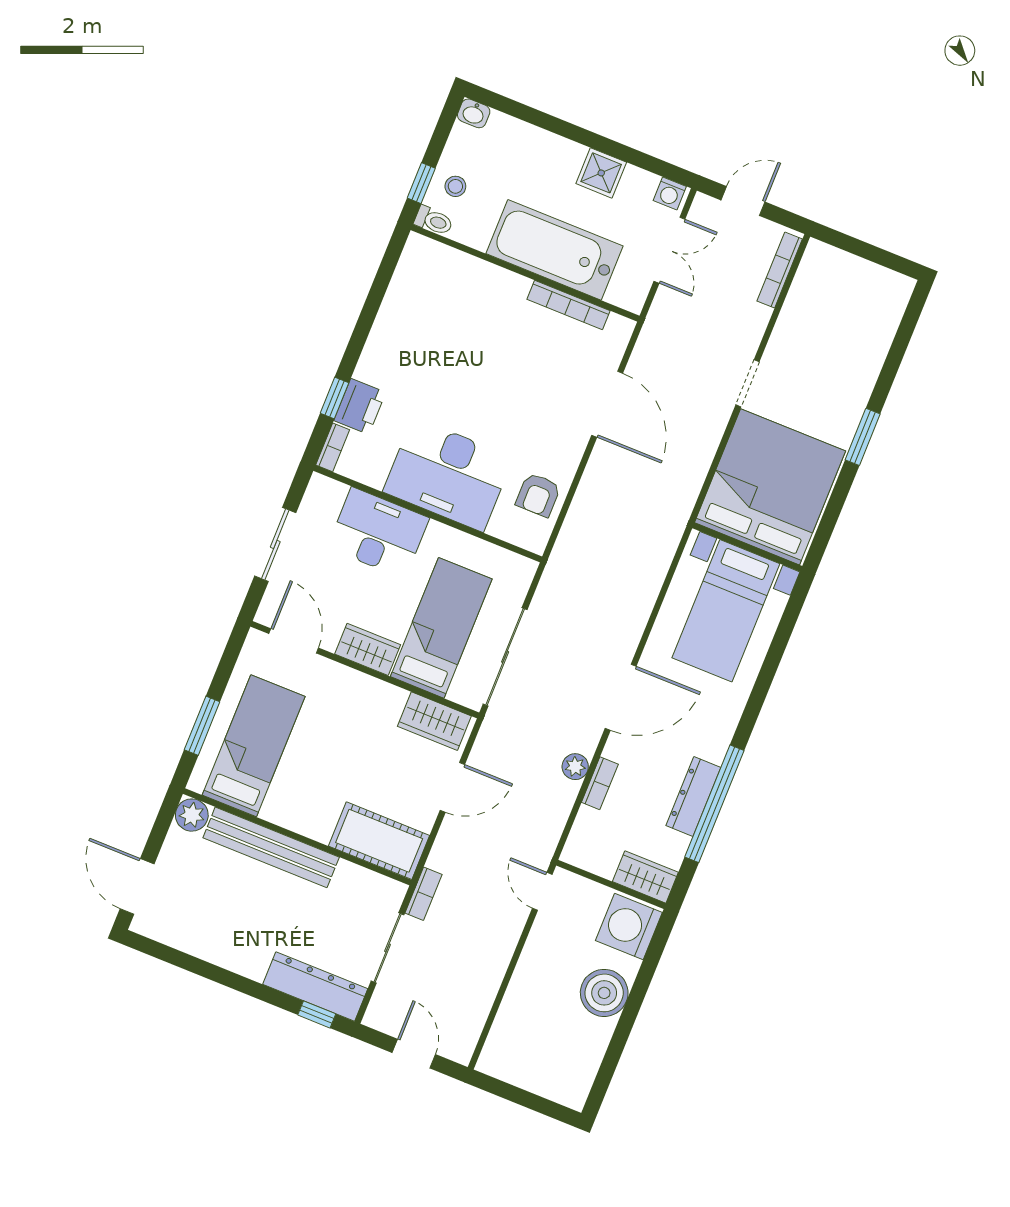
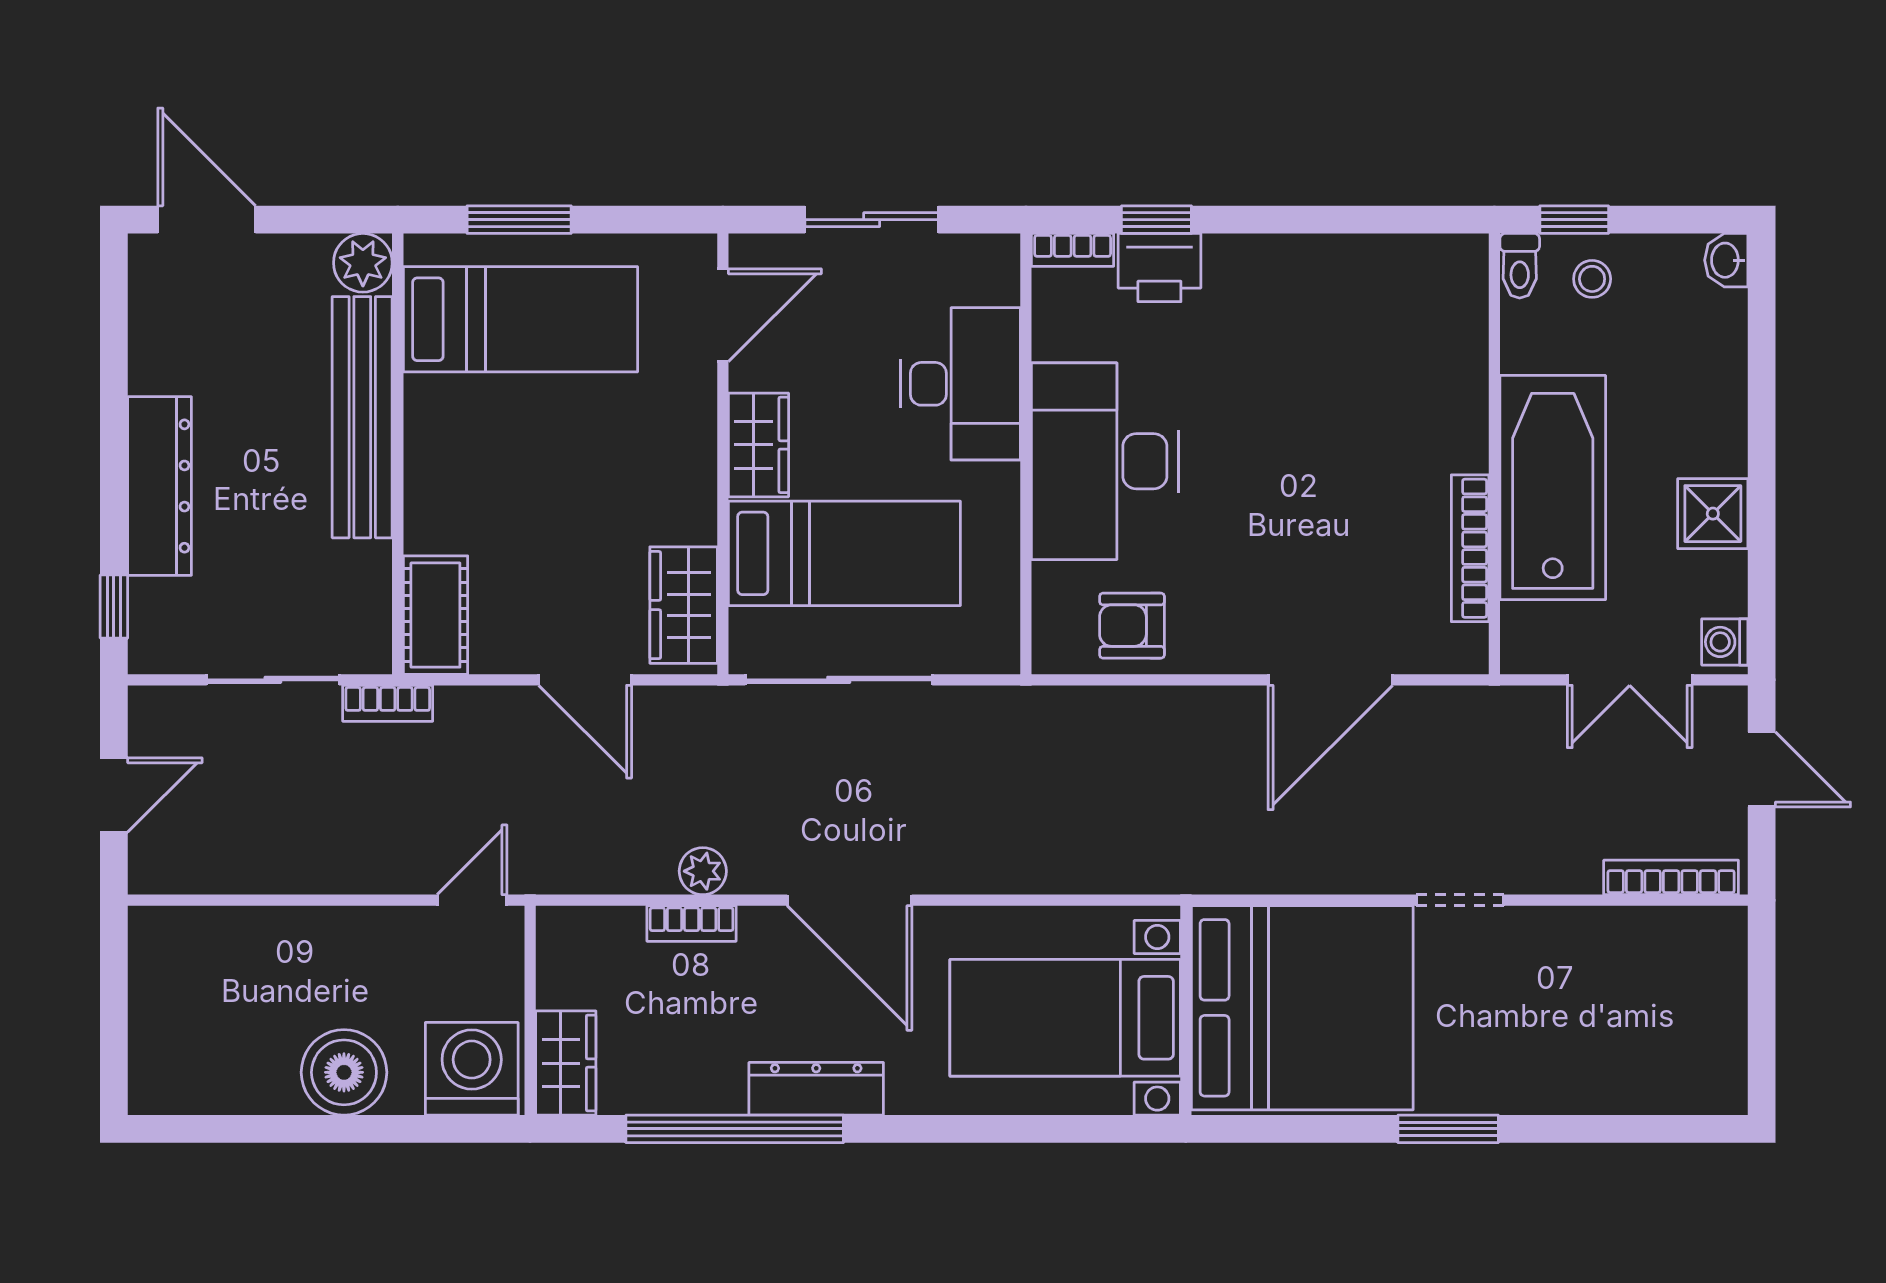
dresser: (693, 797) -> (816, 1089), moved
cot: (379, 841) -> (435, 615), width x0.73, depth x0.75
door: (137, 886) -> (207, 220), hinge flipped
dresser: (315, 986) -> (160, 486), moved

